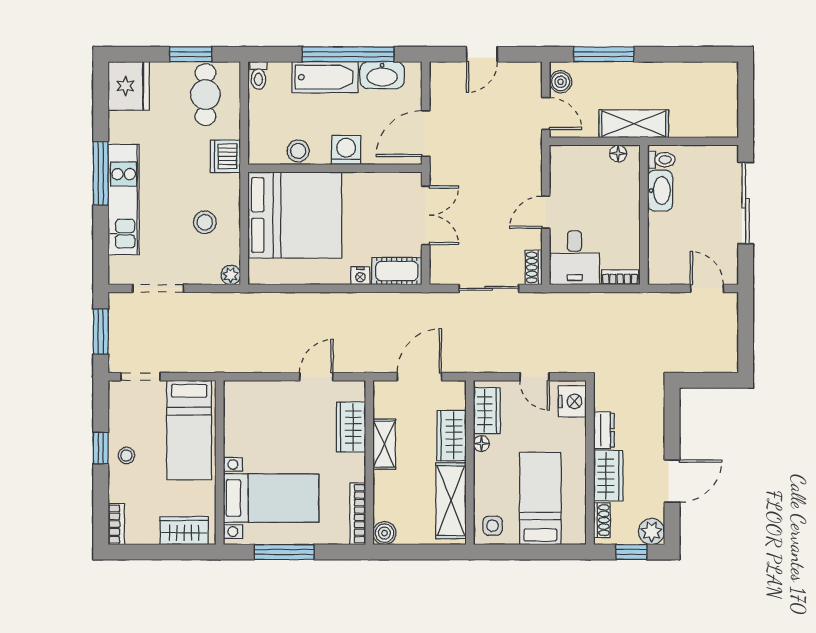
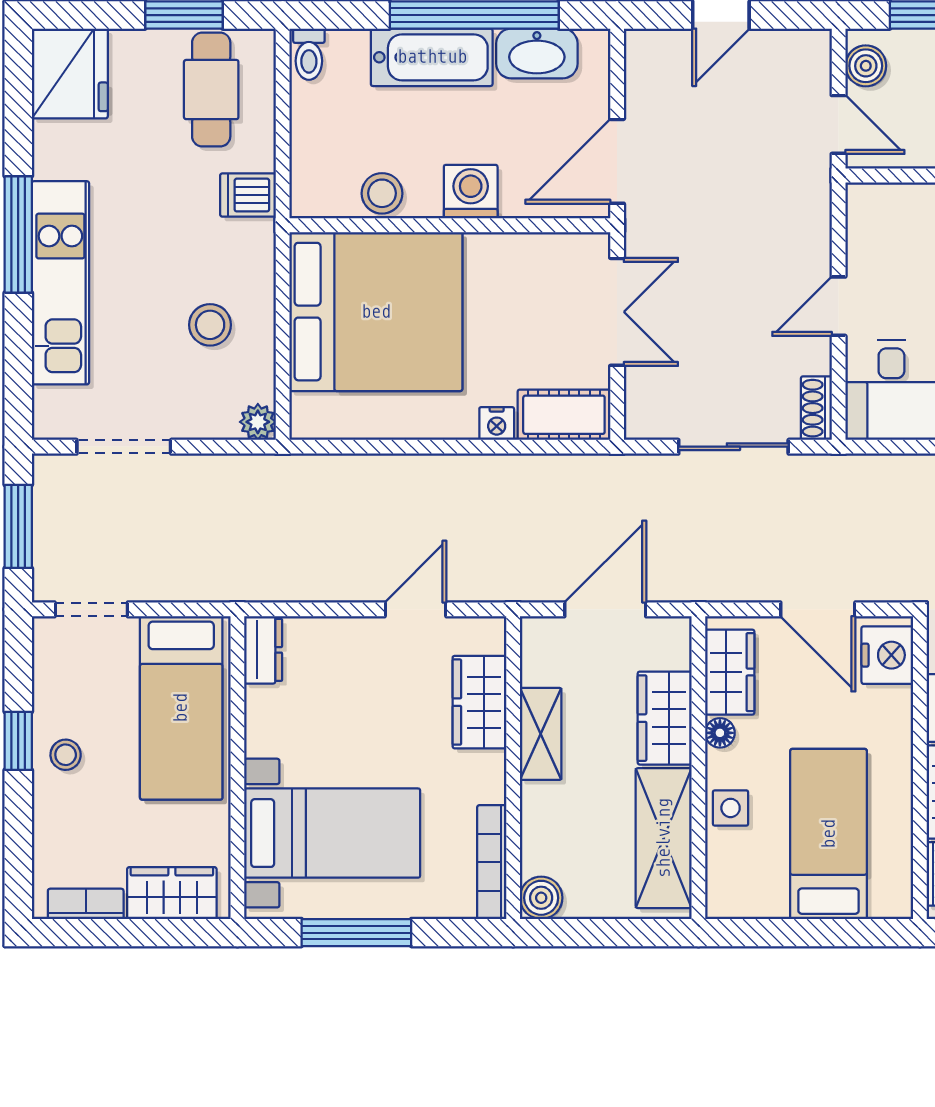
dishwasher: (225, 156) -> (248, 195), width x0.73
door: (535, 377) -> (818, 609), width x1.38
dresser: (234, 399) -> (263, 650), added
bookcase: (116, 524) -> (86, 904), moved, turned -90
side table: (493, 526) -> (731, 808), moved

